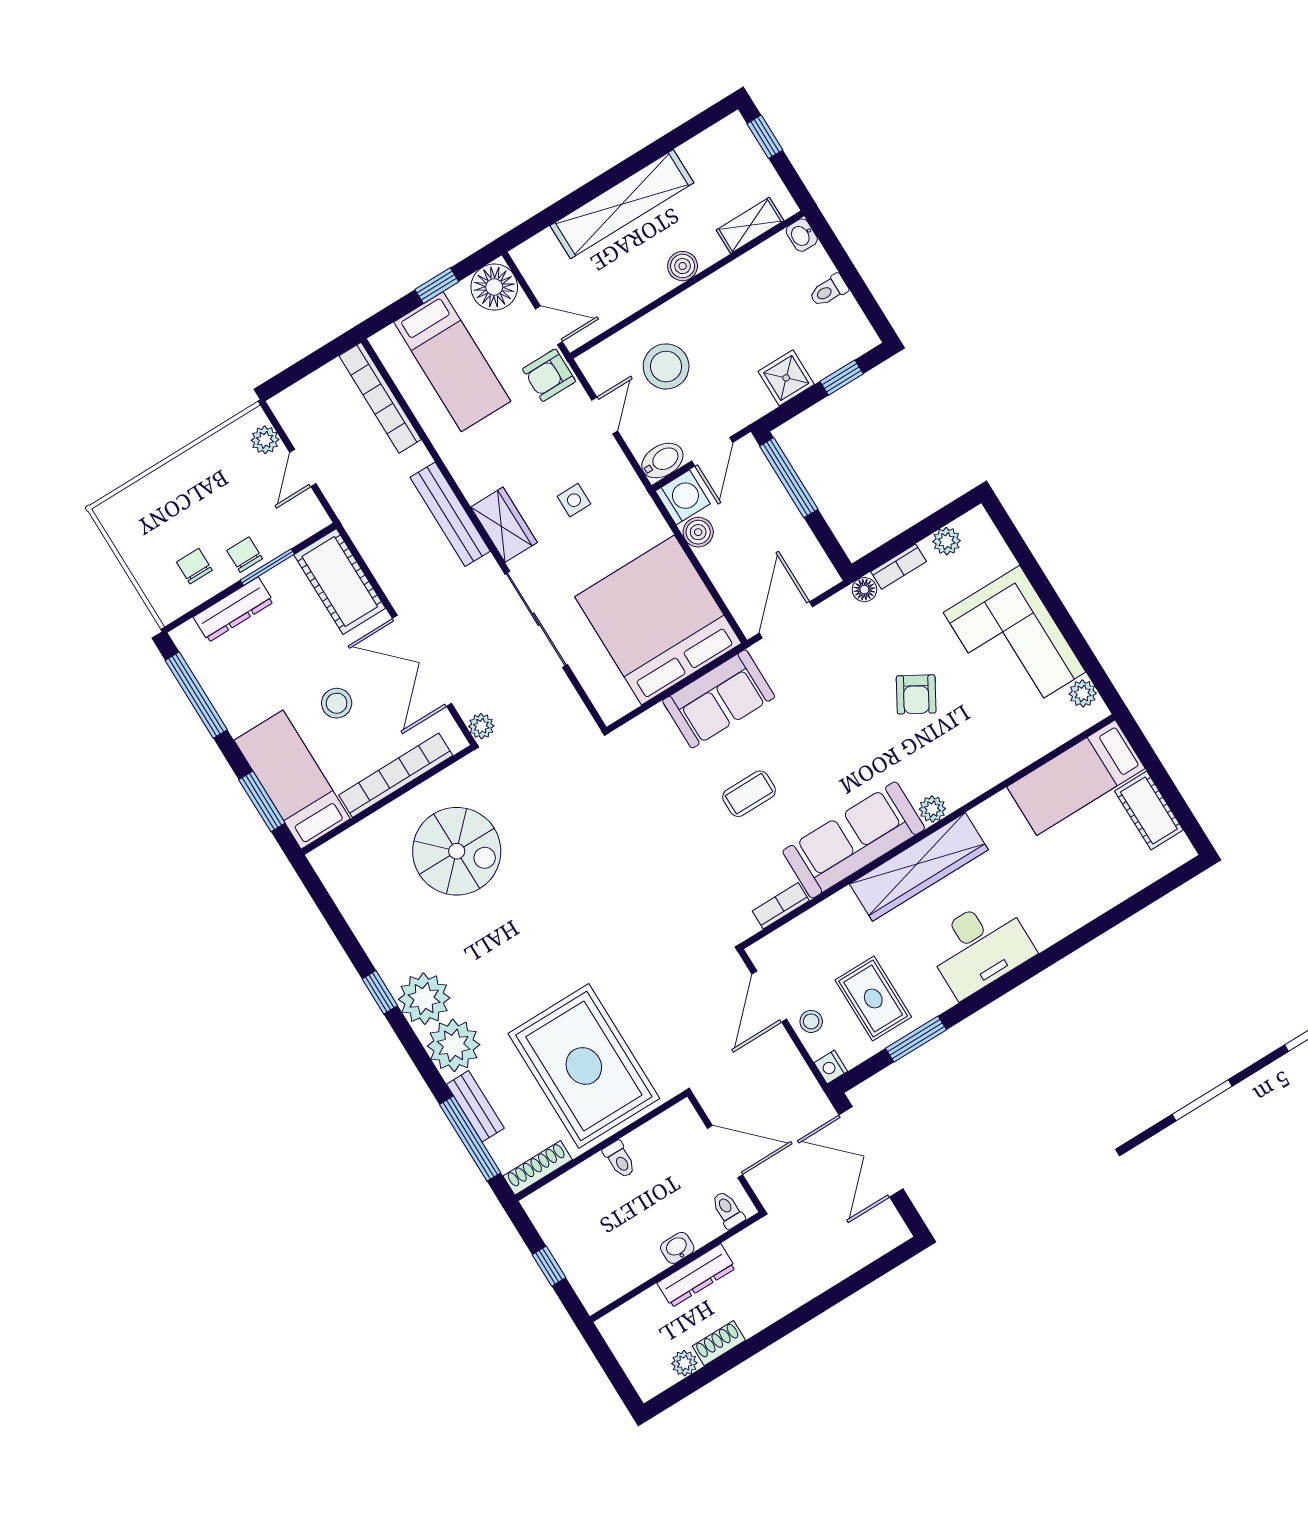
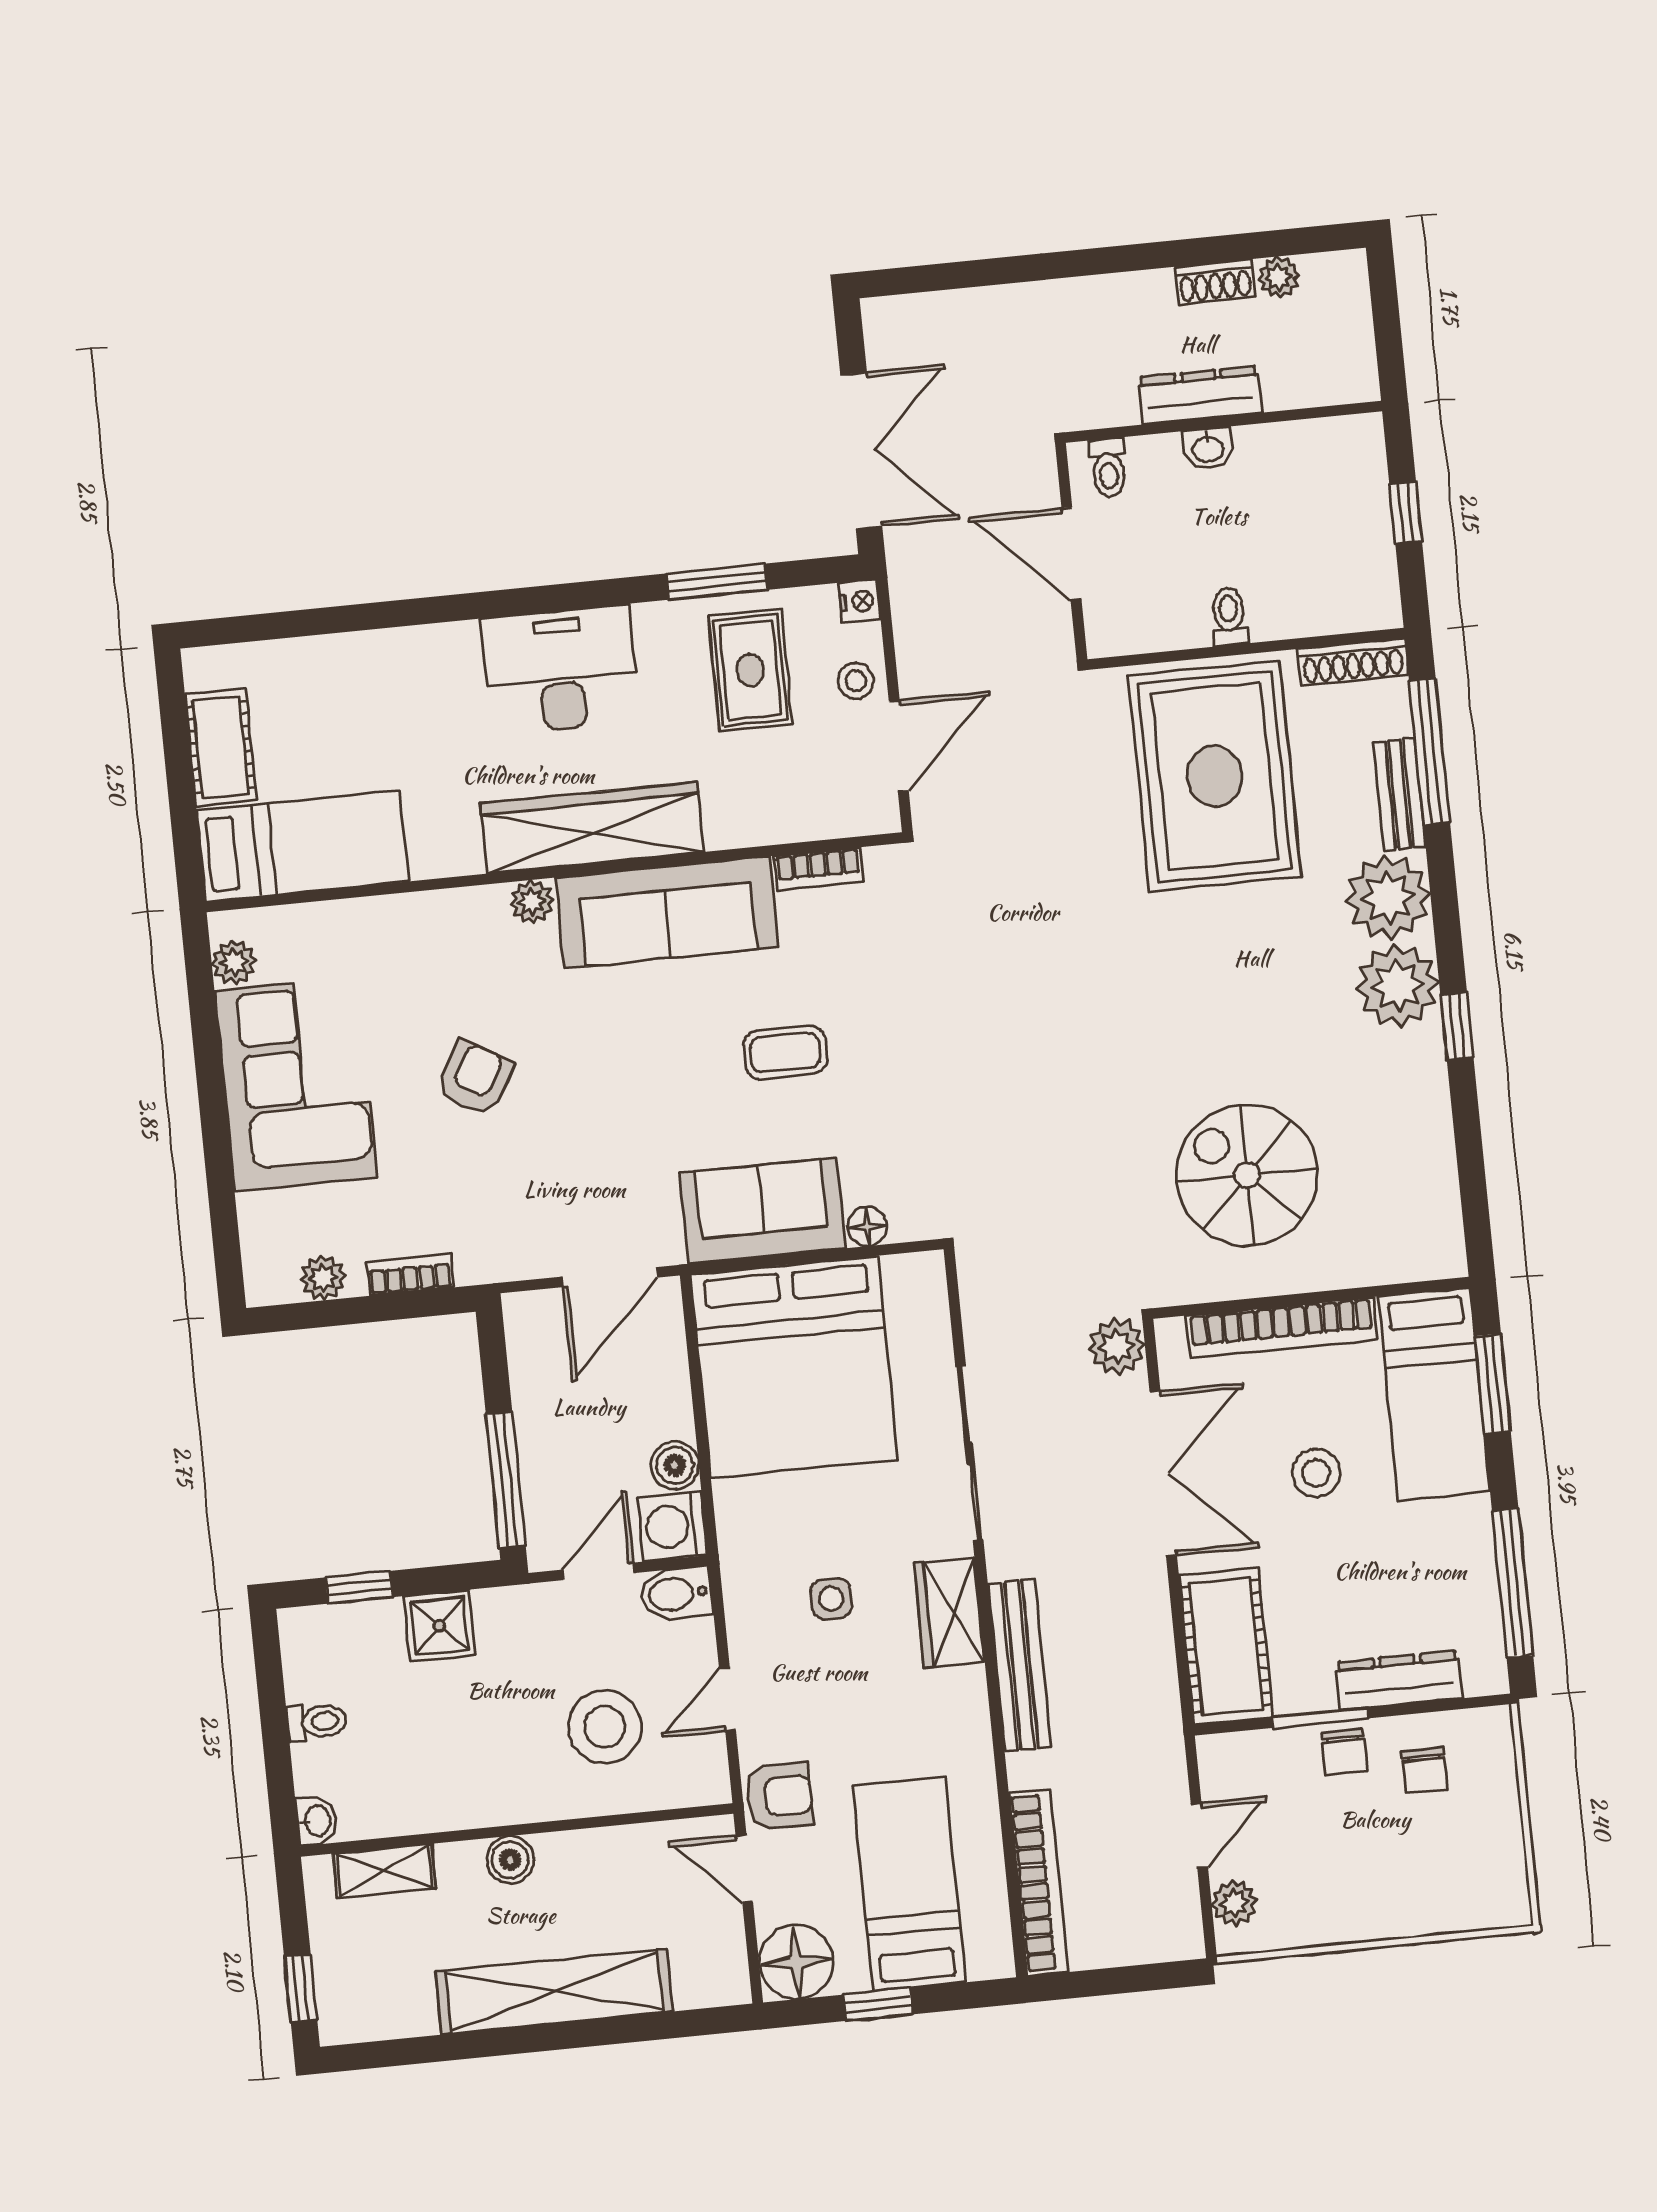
floor lamp: (864, 590) -> (867, 1226), moved
plant: (481, 726) -> (1117, 1347), width x1.38, depth x1.38

